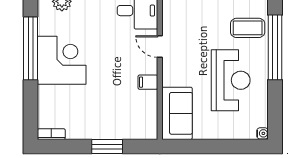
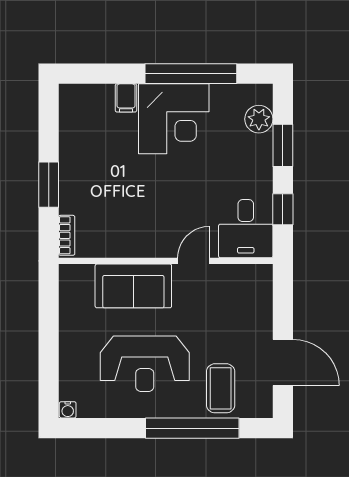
filing cabinet: (148, 82) -> (126, 98), moved, turned 180
sofa: (177, 113) -> (133, 286), moved
bookcase: (51, 134) -> (67, 235), moved

